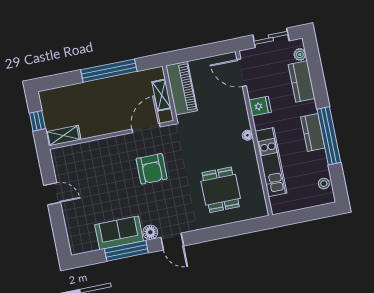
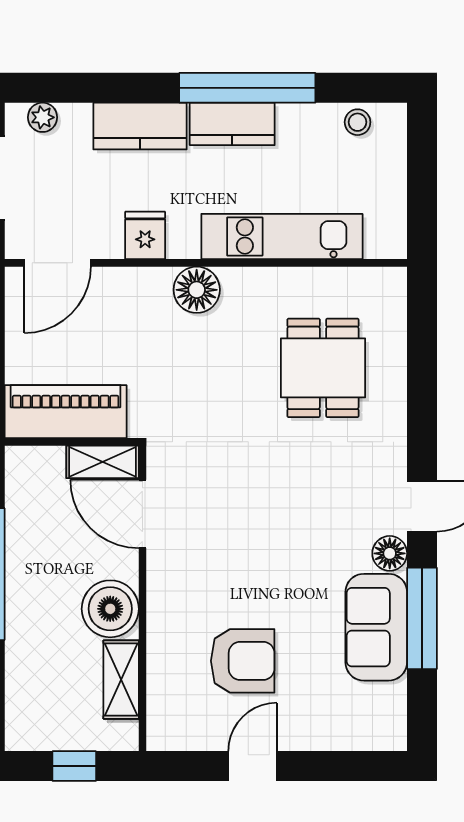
kitchen counter: (302, 81) -> (140, 126), moved
shelving: (162, 95) -> (103, 462), moved
boiler: (105, 123) -> (110, 609), added
floor lamp: (247, 135) -> (197, 290), width x1.89, depth x1.89
shelving: (63, 136) -> (121, 680), moved
armchair: (152, 169) -> (243, 661), moved
dining table: (221, 190) -> (323, 368), turned 90

